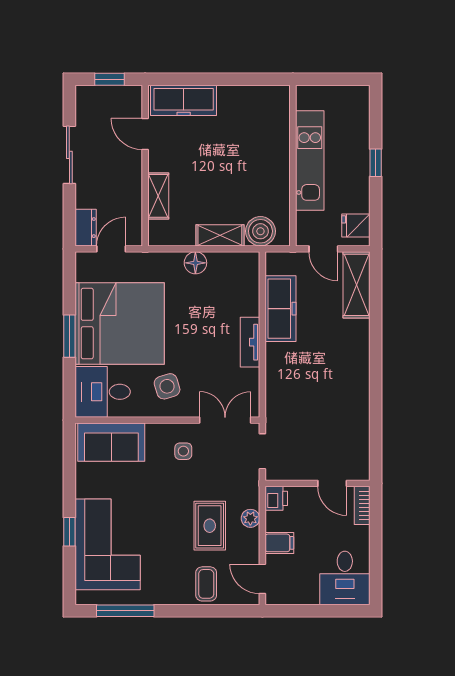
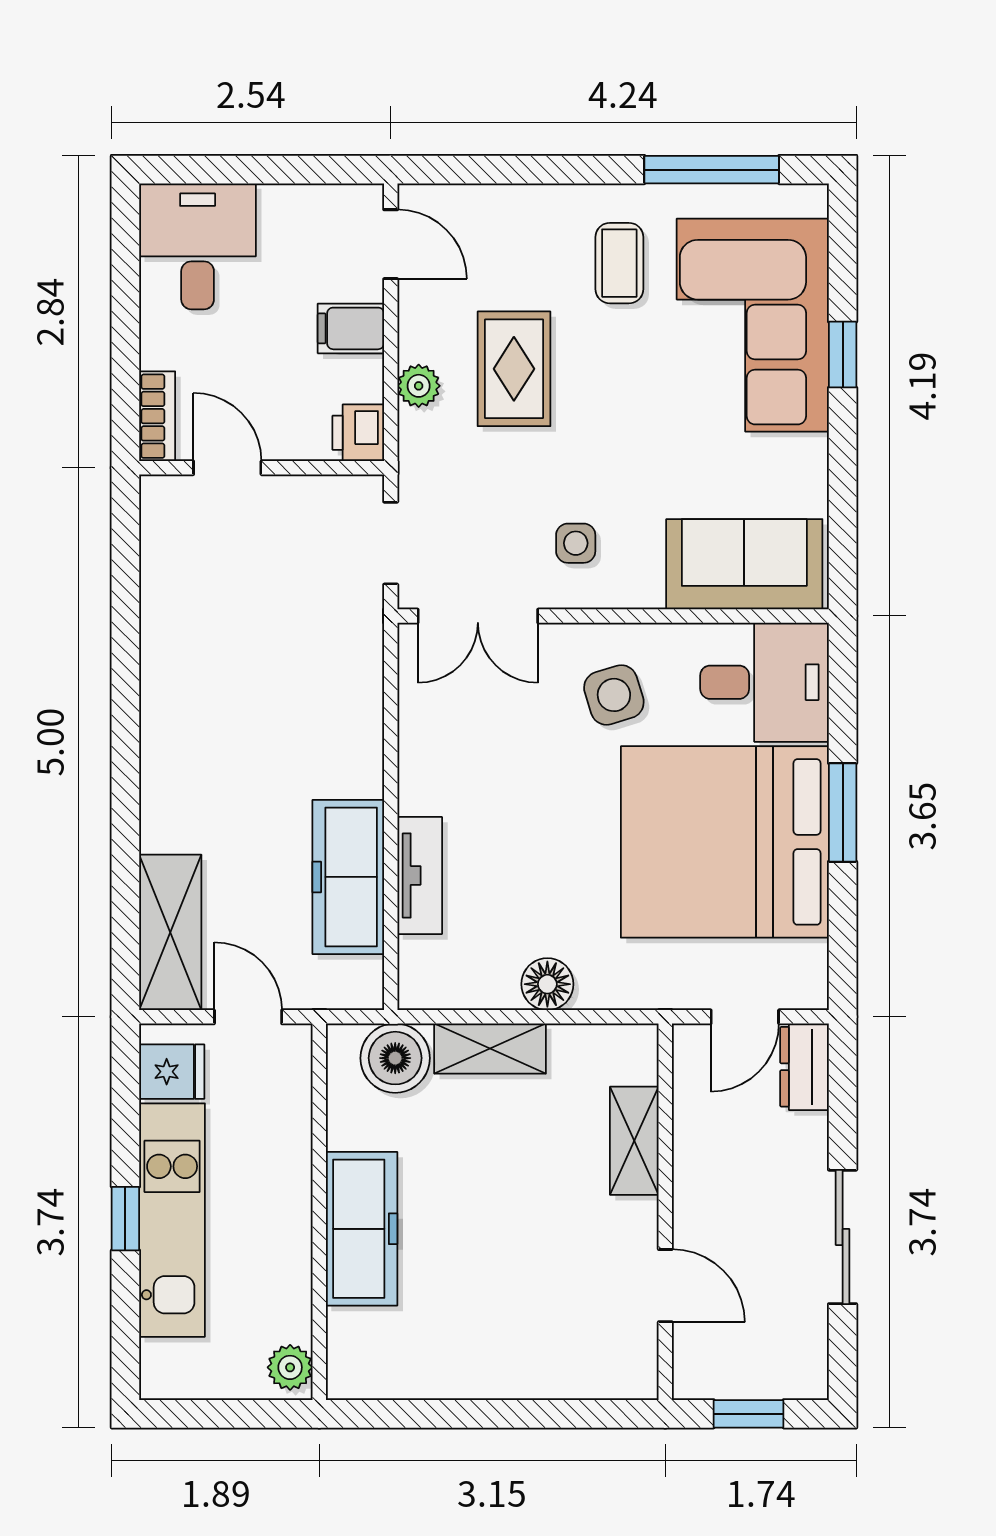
plant: (305, 99) -> (290, 1367), added
freezer: (184, 100) -> (362, 1229), moved, turned 90
kitchen unit: (310, 161) -> (172, 1220), moved, turned 180
tv unit: (250, 342) -> (420, 875), moved
coffee table: (206, 584) -> (619, 263), moved

